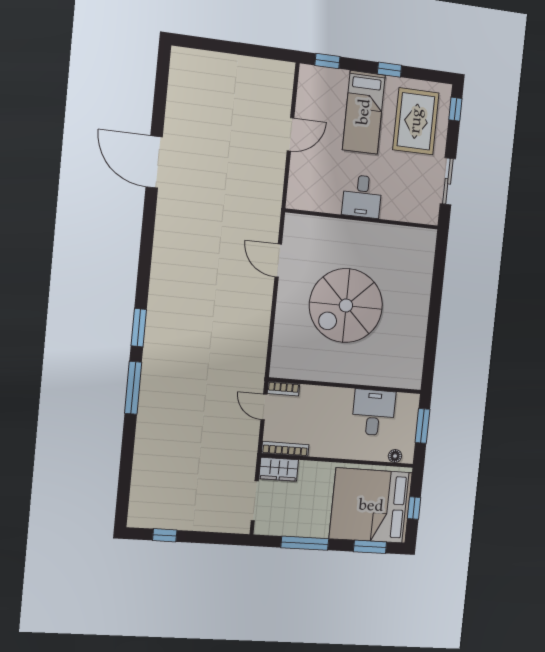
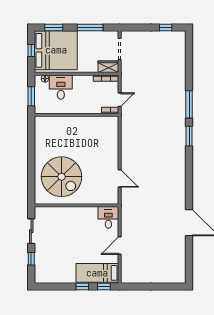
window: (389, 70) -> (82, 286), moved
window: (455, 109) -> (31, 259), moved
bed: (364, 112) -> (97, 273), moved, turned -90
rug: (416, 121) -> (52, 261), removed
desk: (362, 196) -> (108, 217), moved
spiral stairs: (346, 306) -> (61, 177), moved, turned 90
door: (264, 407) -> (120, 100), hinge flipped
desk: (374, 412) -> (61, 87), moved, turned 180

